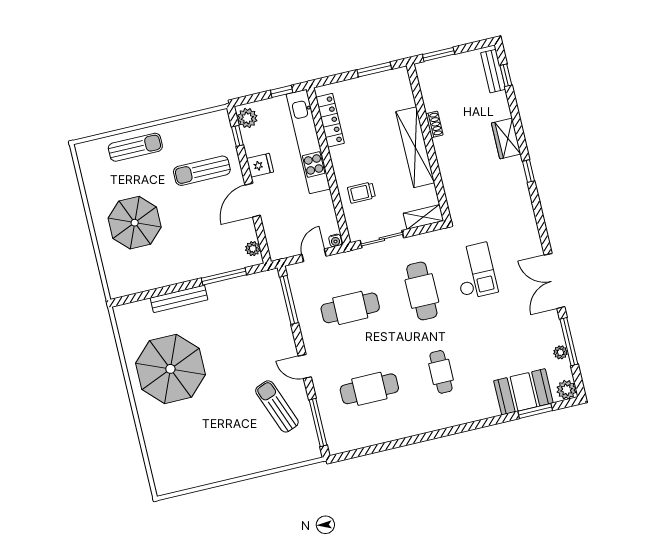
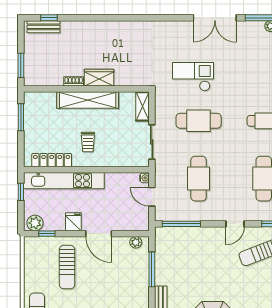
wardrobe: (506, 139) -> (99, 78), moved, turned 180
window: (529, 171) -> (126, 18), removed
trolley: (361, 193) -> (88, 142), moved

